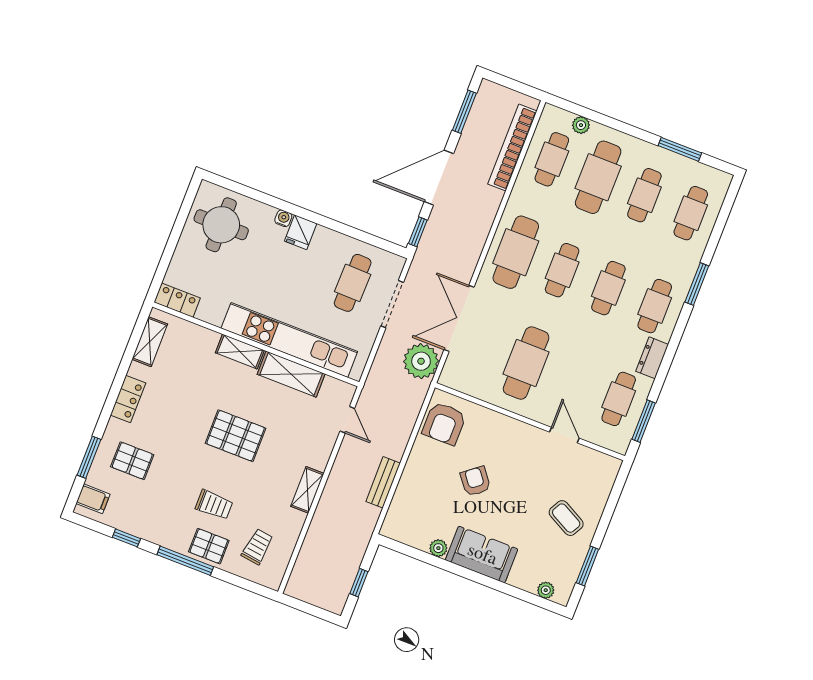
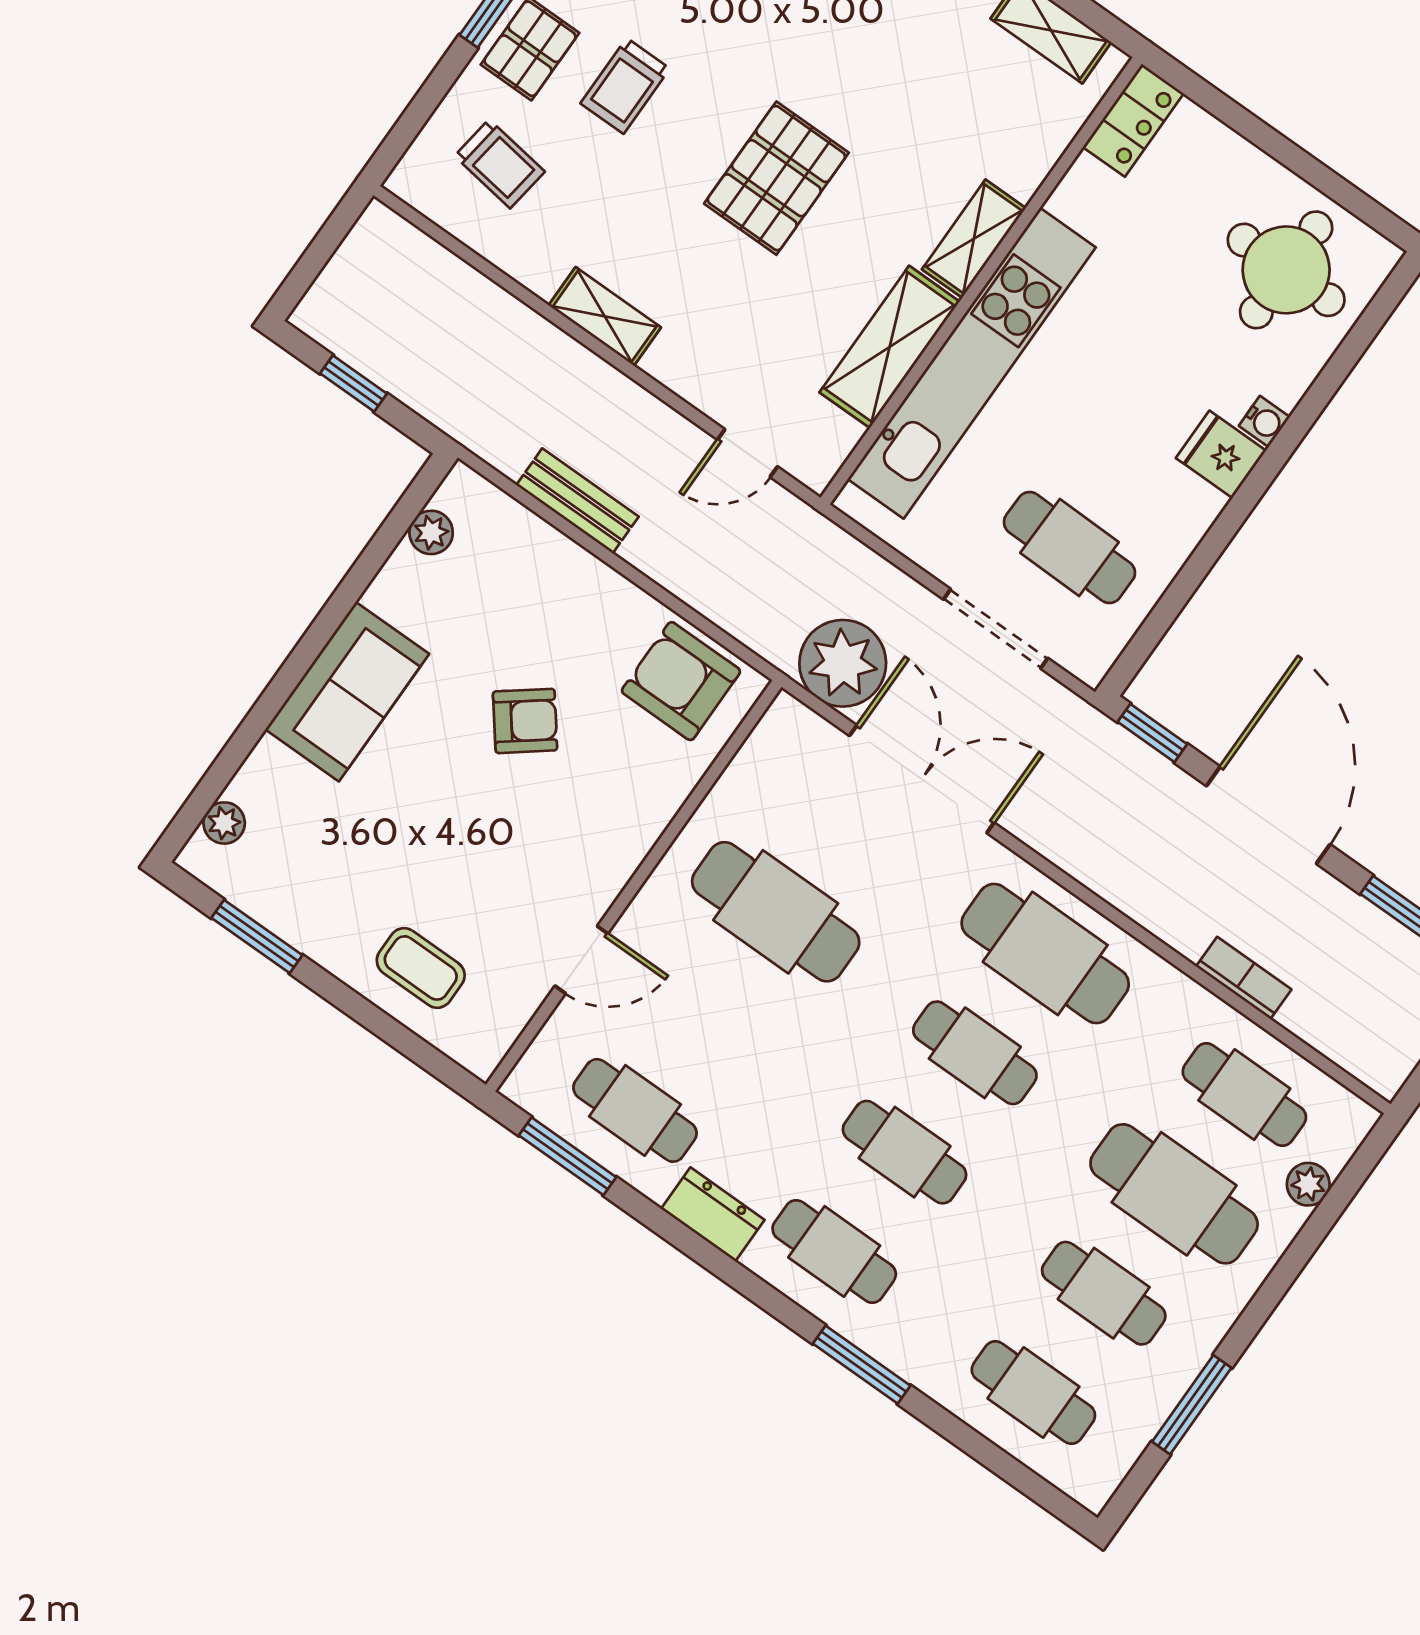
bookcase: (512, 147) -> (1244, 978), width x0.43, depth x0.76
coffee table: (566, 518) -> (421, 968), moved, turned 62
plant: (438, 548) -> (431, 532), moved

